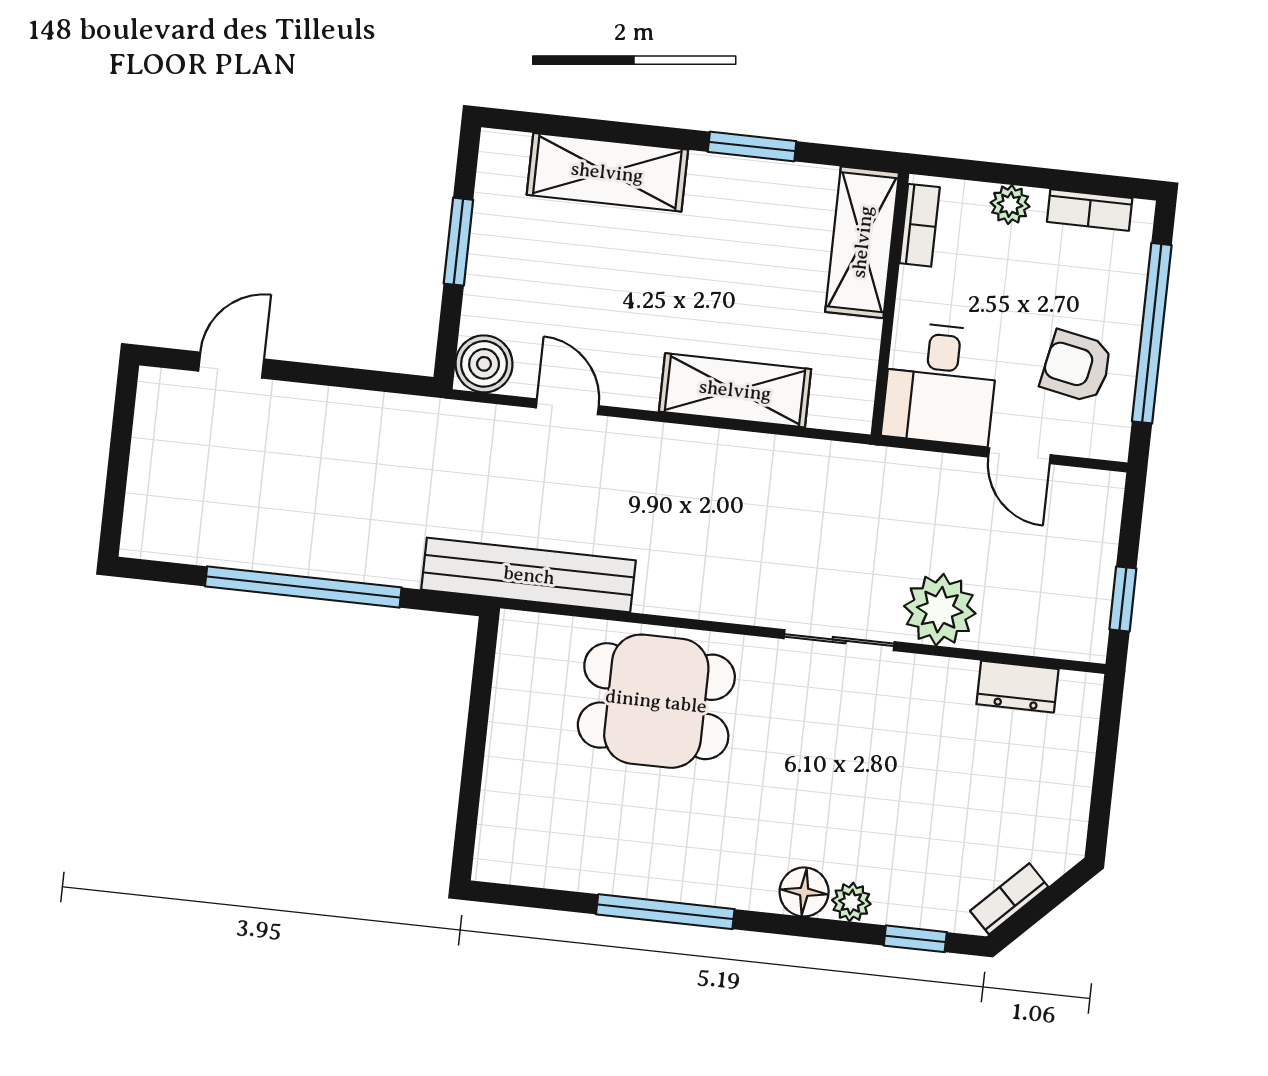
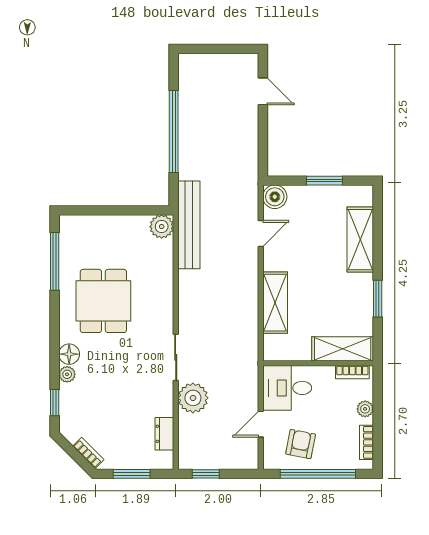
plant: (525, 640) -> (162, 227), added
dining table: (656, 701) -> (103, 301), moved
window: (1104, 775) -> (132, 474), added
bookcase: (1009, 899) -> (88, 453), moved
window: (665, 912) -> (55, 261), moved

